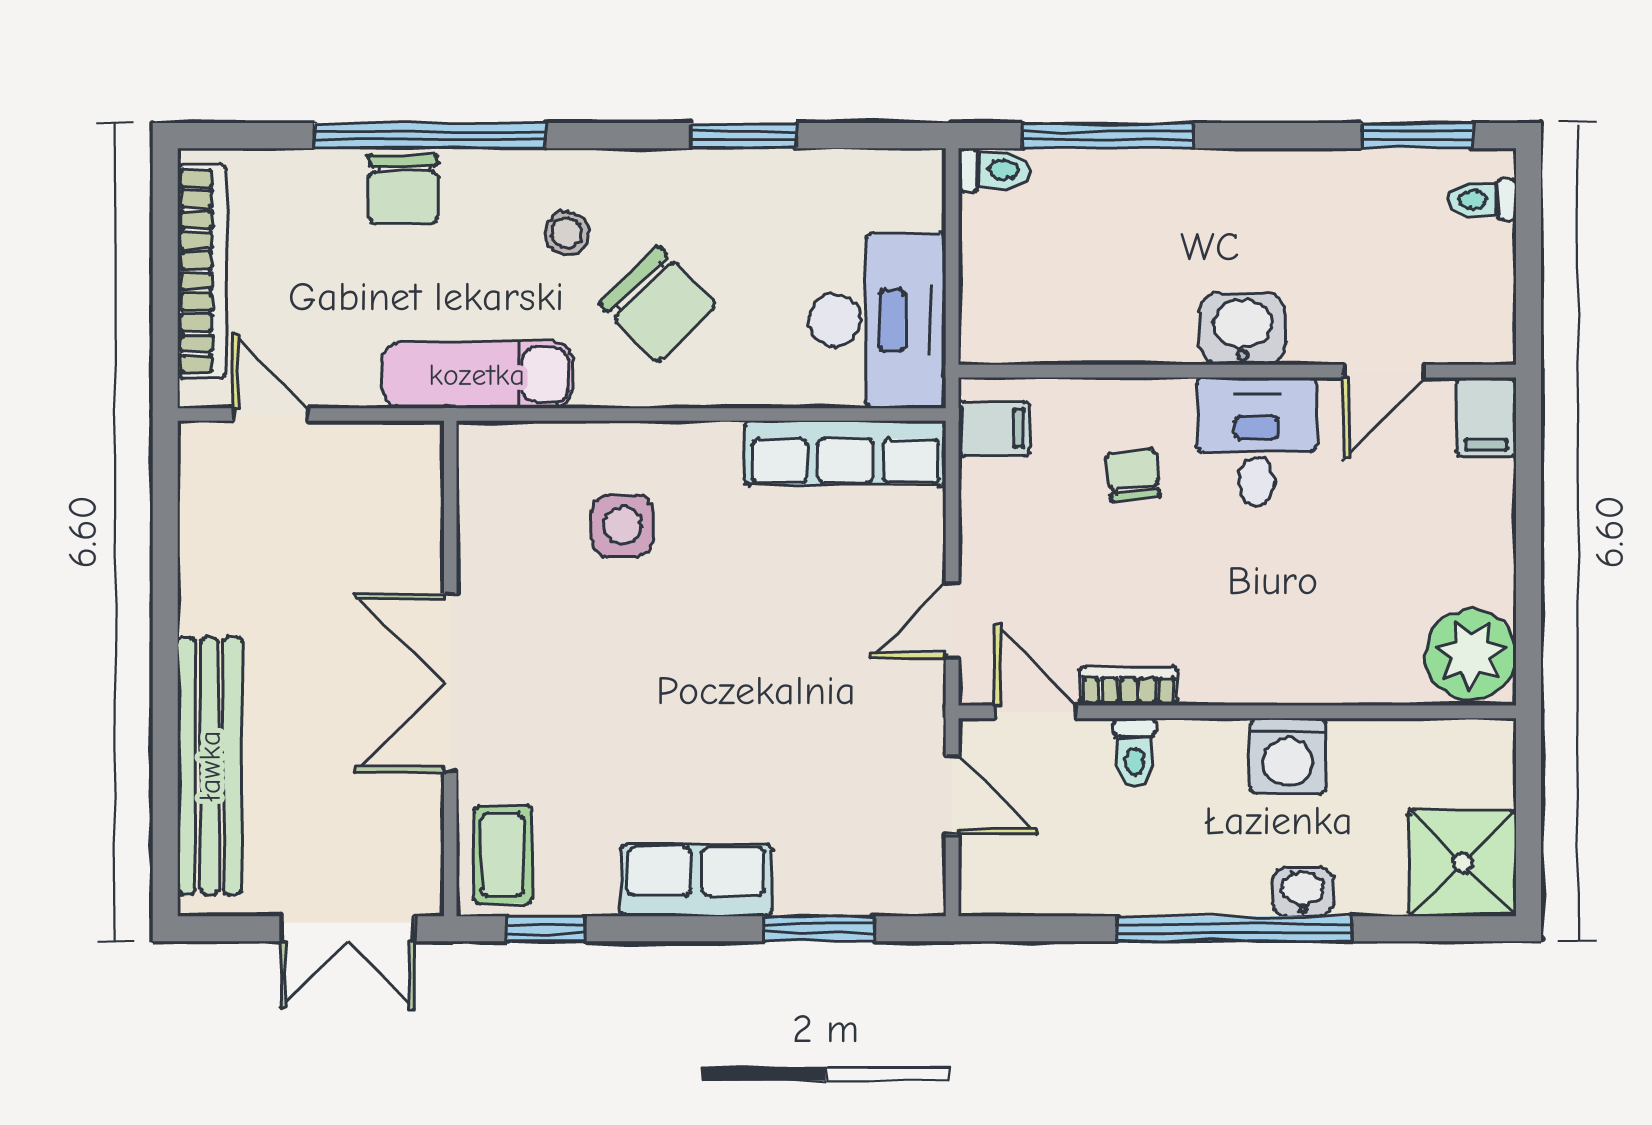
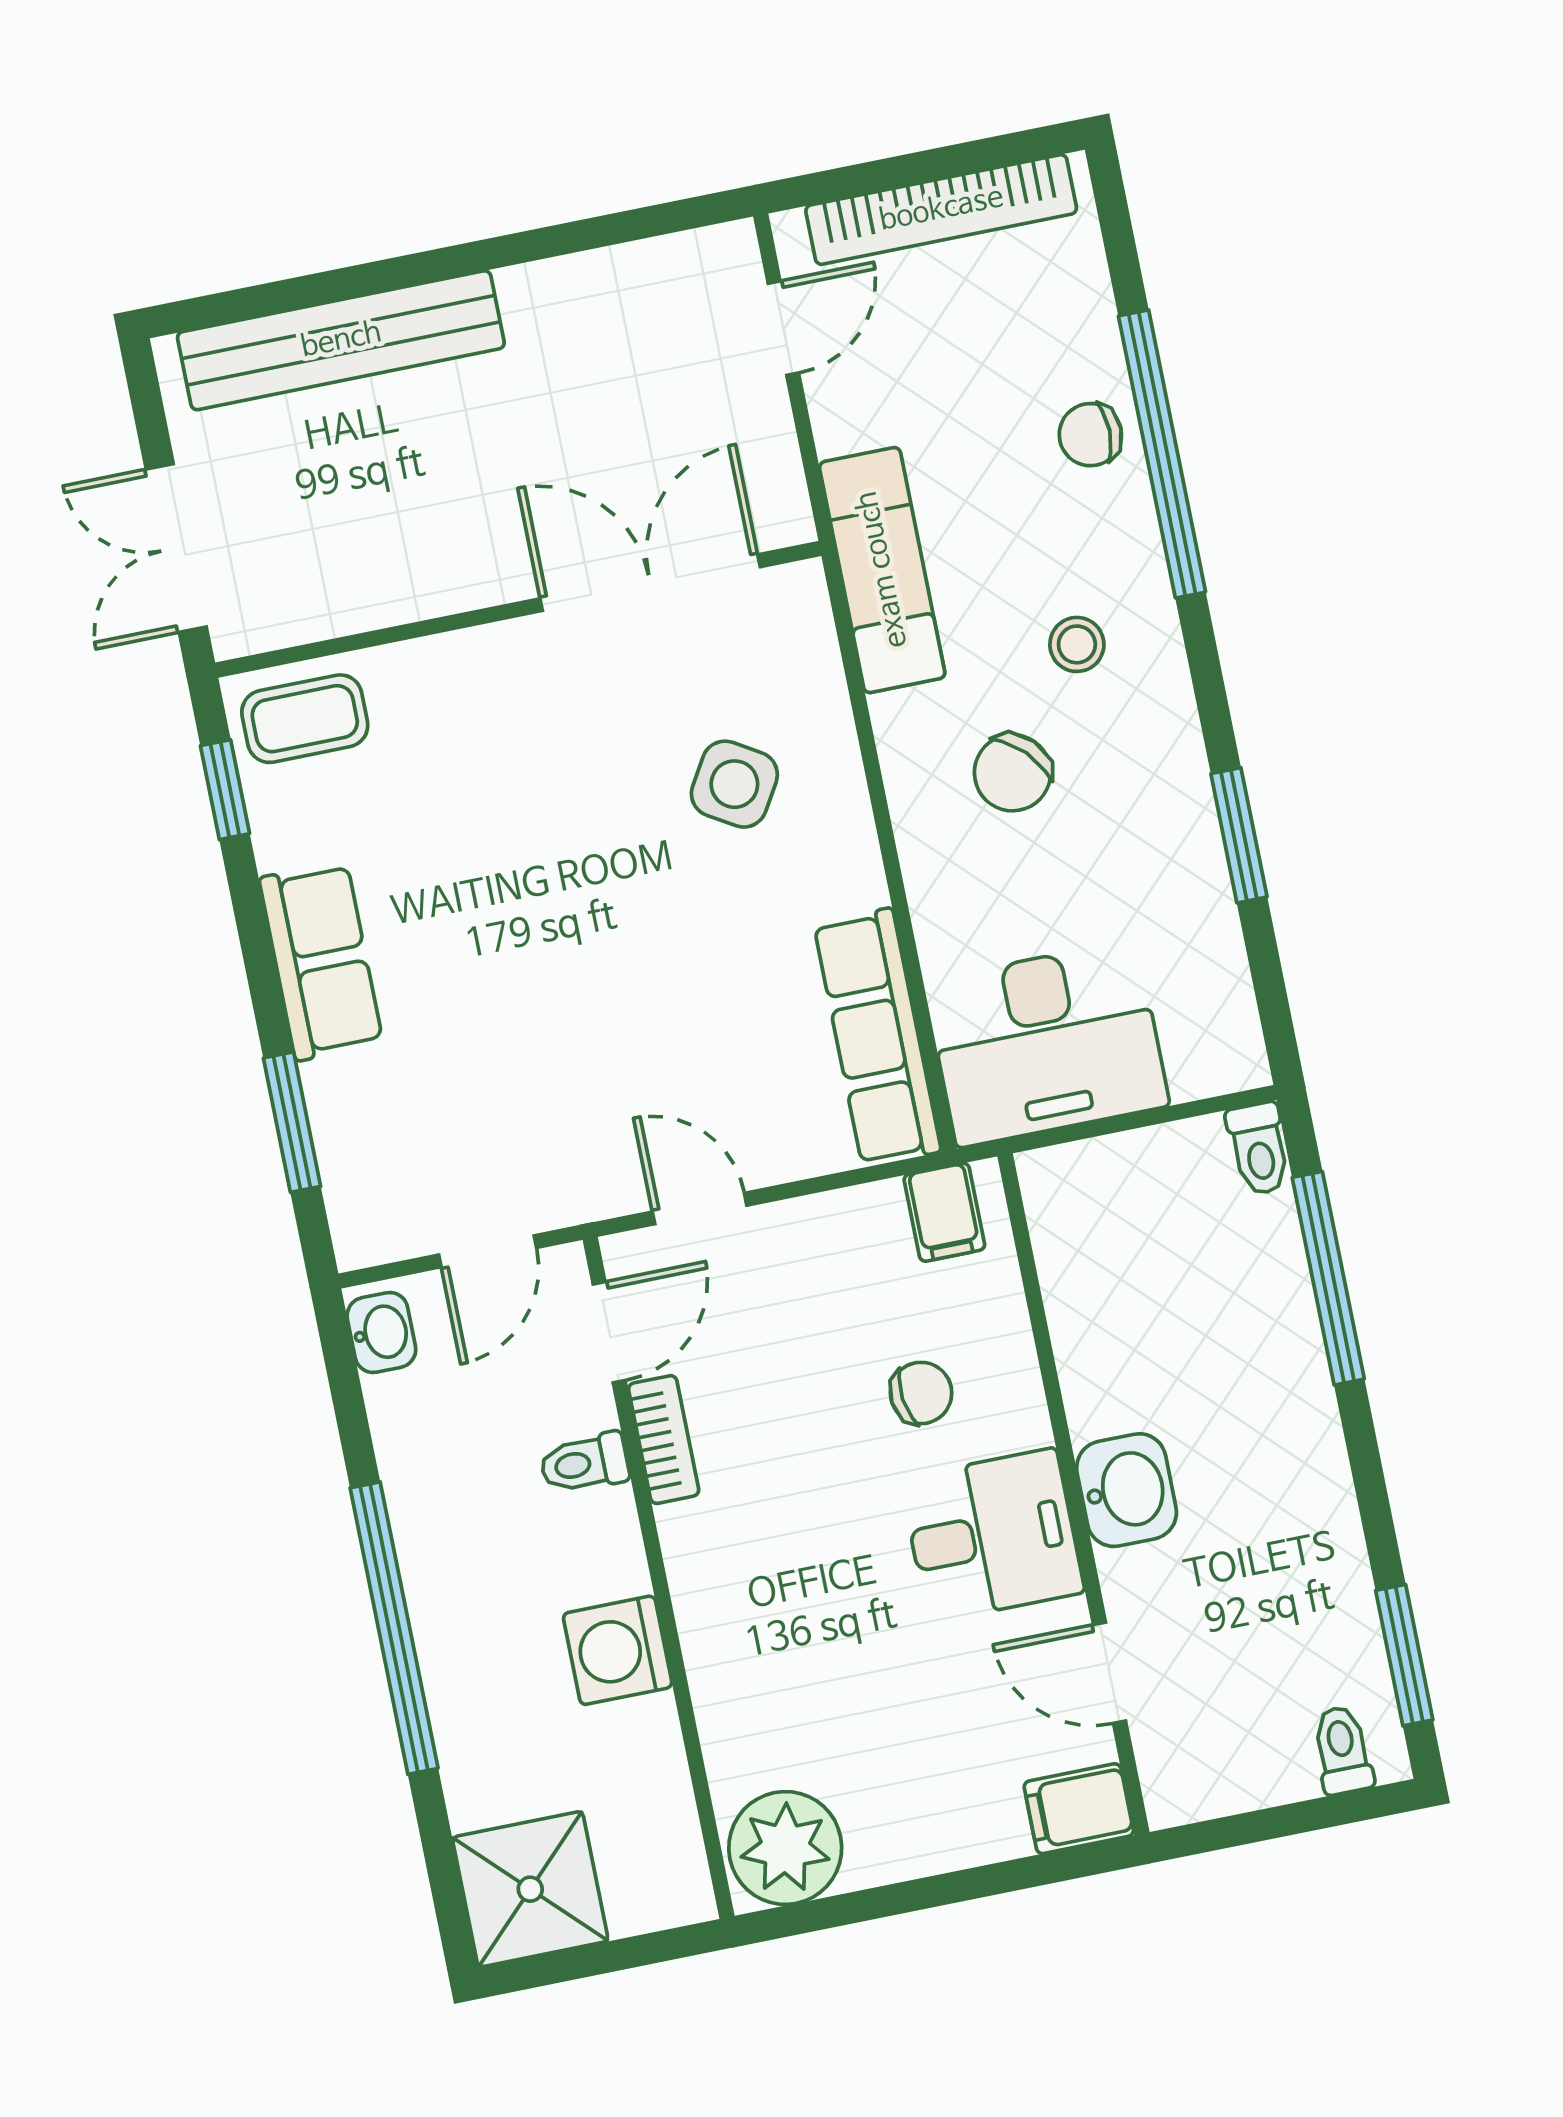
chair: (403, 189) -> (1090, 435), width x0.73, depth x0.73
chair: (658, 304) -> (1012, 773), width x0.73, depth x0.73
side table: (623, 526) -> (734, 784), turned 31
double door: (450, 683) -> (650, 583), moved
washbasin: (1303, 892) -> (381, 1332), moved

